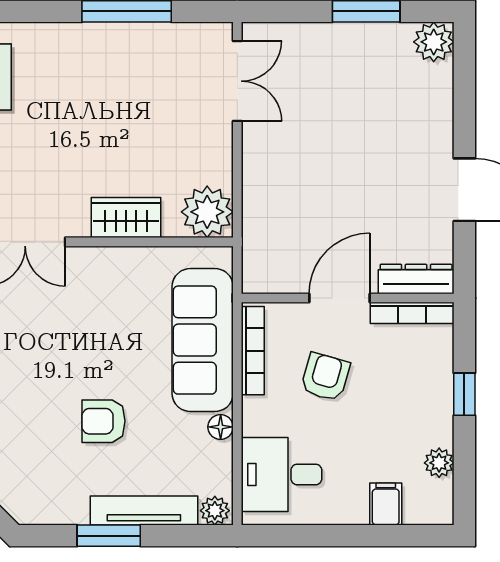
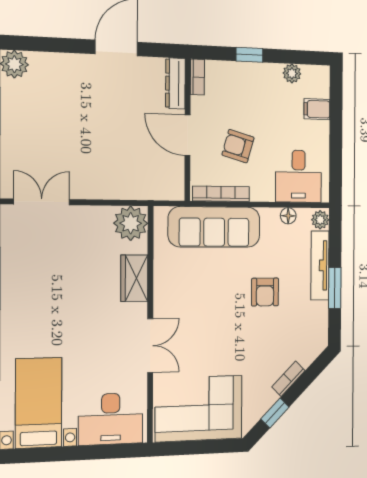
bookcase: (412, 313) -> (197, 77), width x0.64
floor lamp: (221, 427) -> (288, 216), moved

